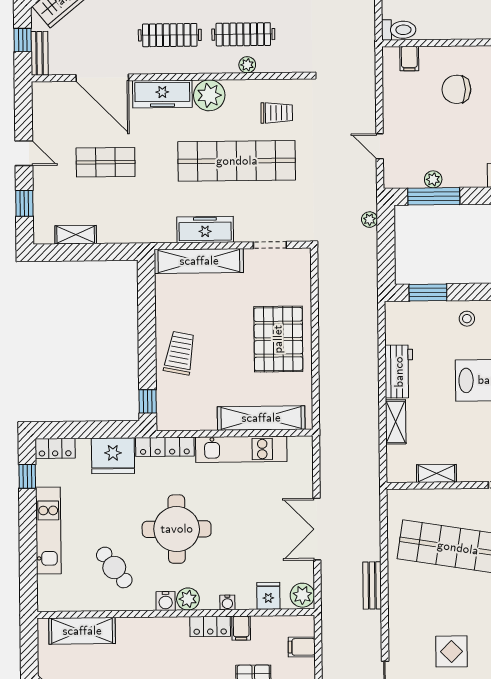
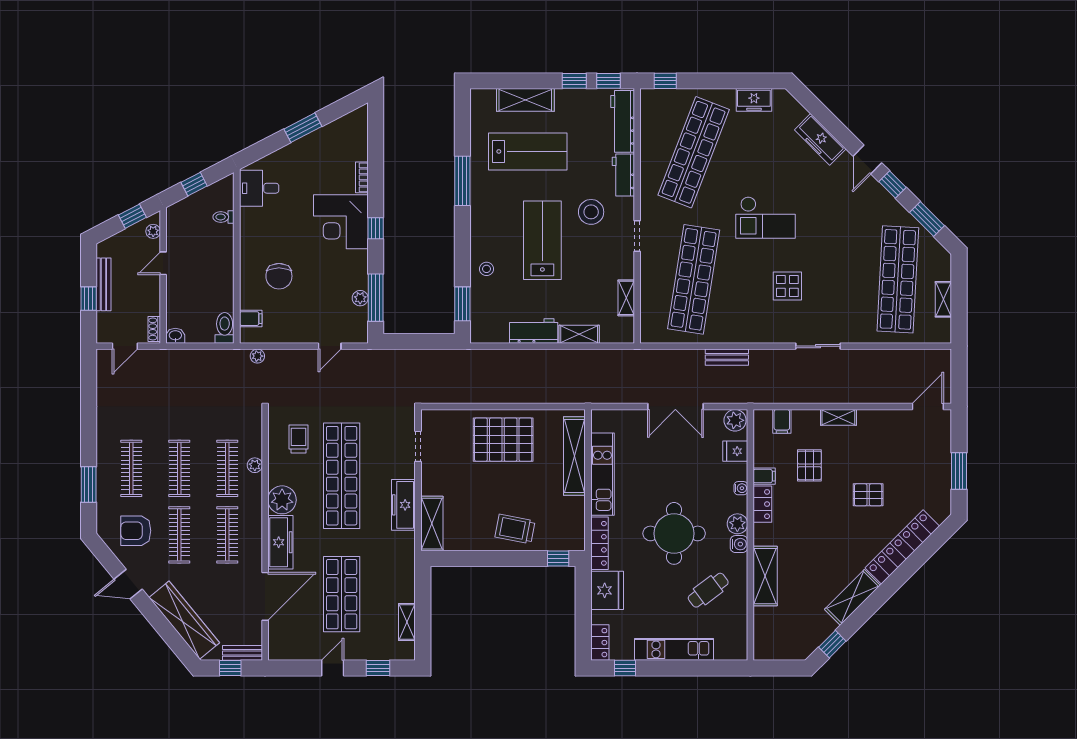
shop shelf: (106, 162) -> (342, 594), width x1.43, depth x1.36
plant: (369, 220) -> (257, 356), moved
shelving: (199, 261) -> (432, 524), width x0.68
shelving: (82, 631) -> (765, 576), moved

